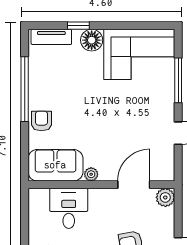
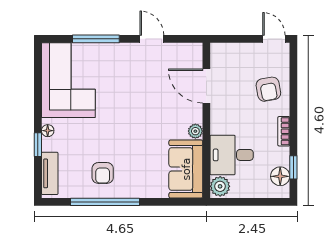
floor lamp: (92, 40) -> (48, 131), width x0.53, depth x0.53
armchair: (41, 121) -> (103, 173), moved, turned -90
plant: (165, 197) -> (220, 186), moved

